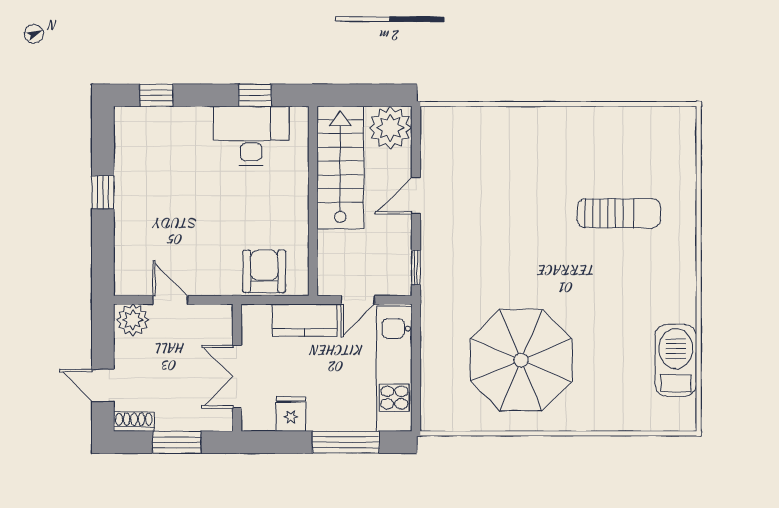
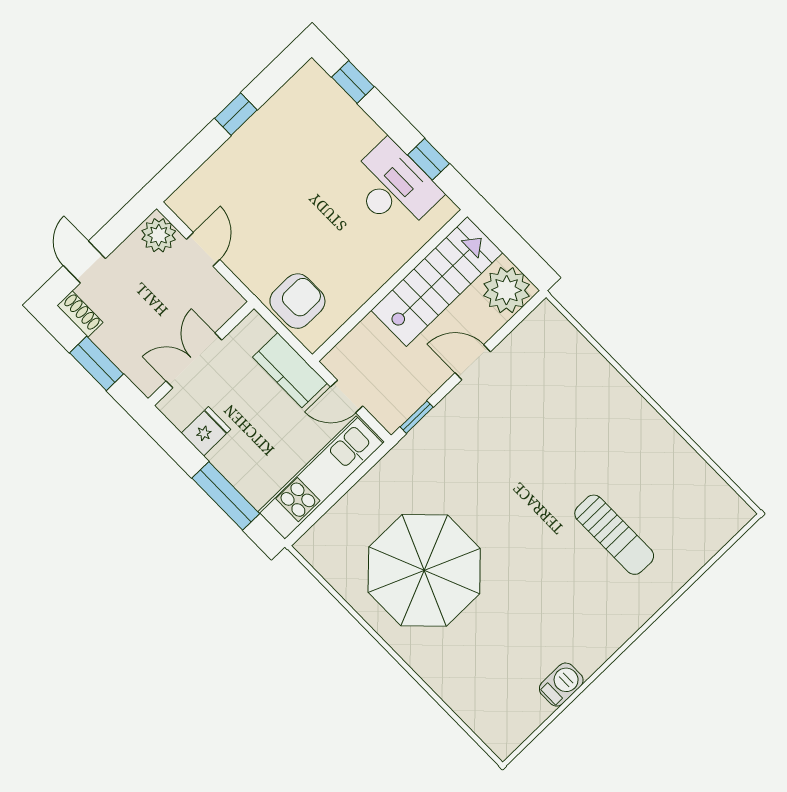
barbecue: (676, 360) -> (561, 685), width x0.53, depth x0.65

